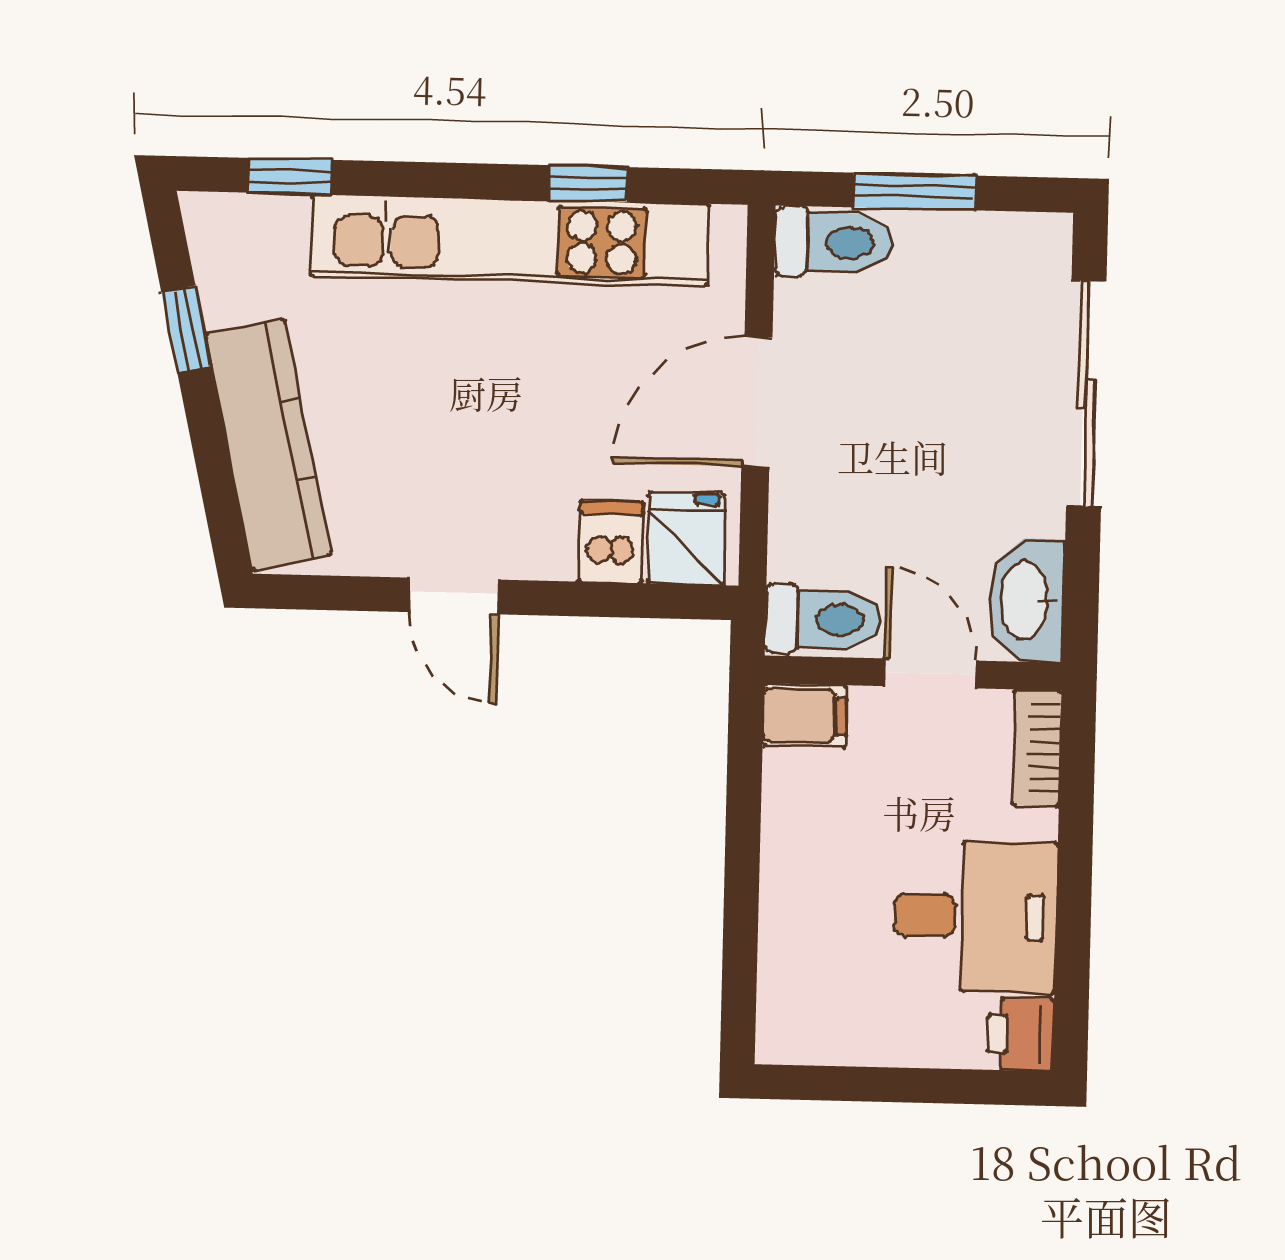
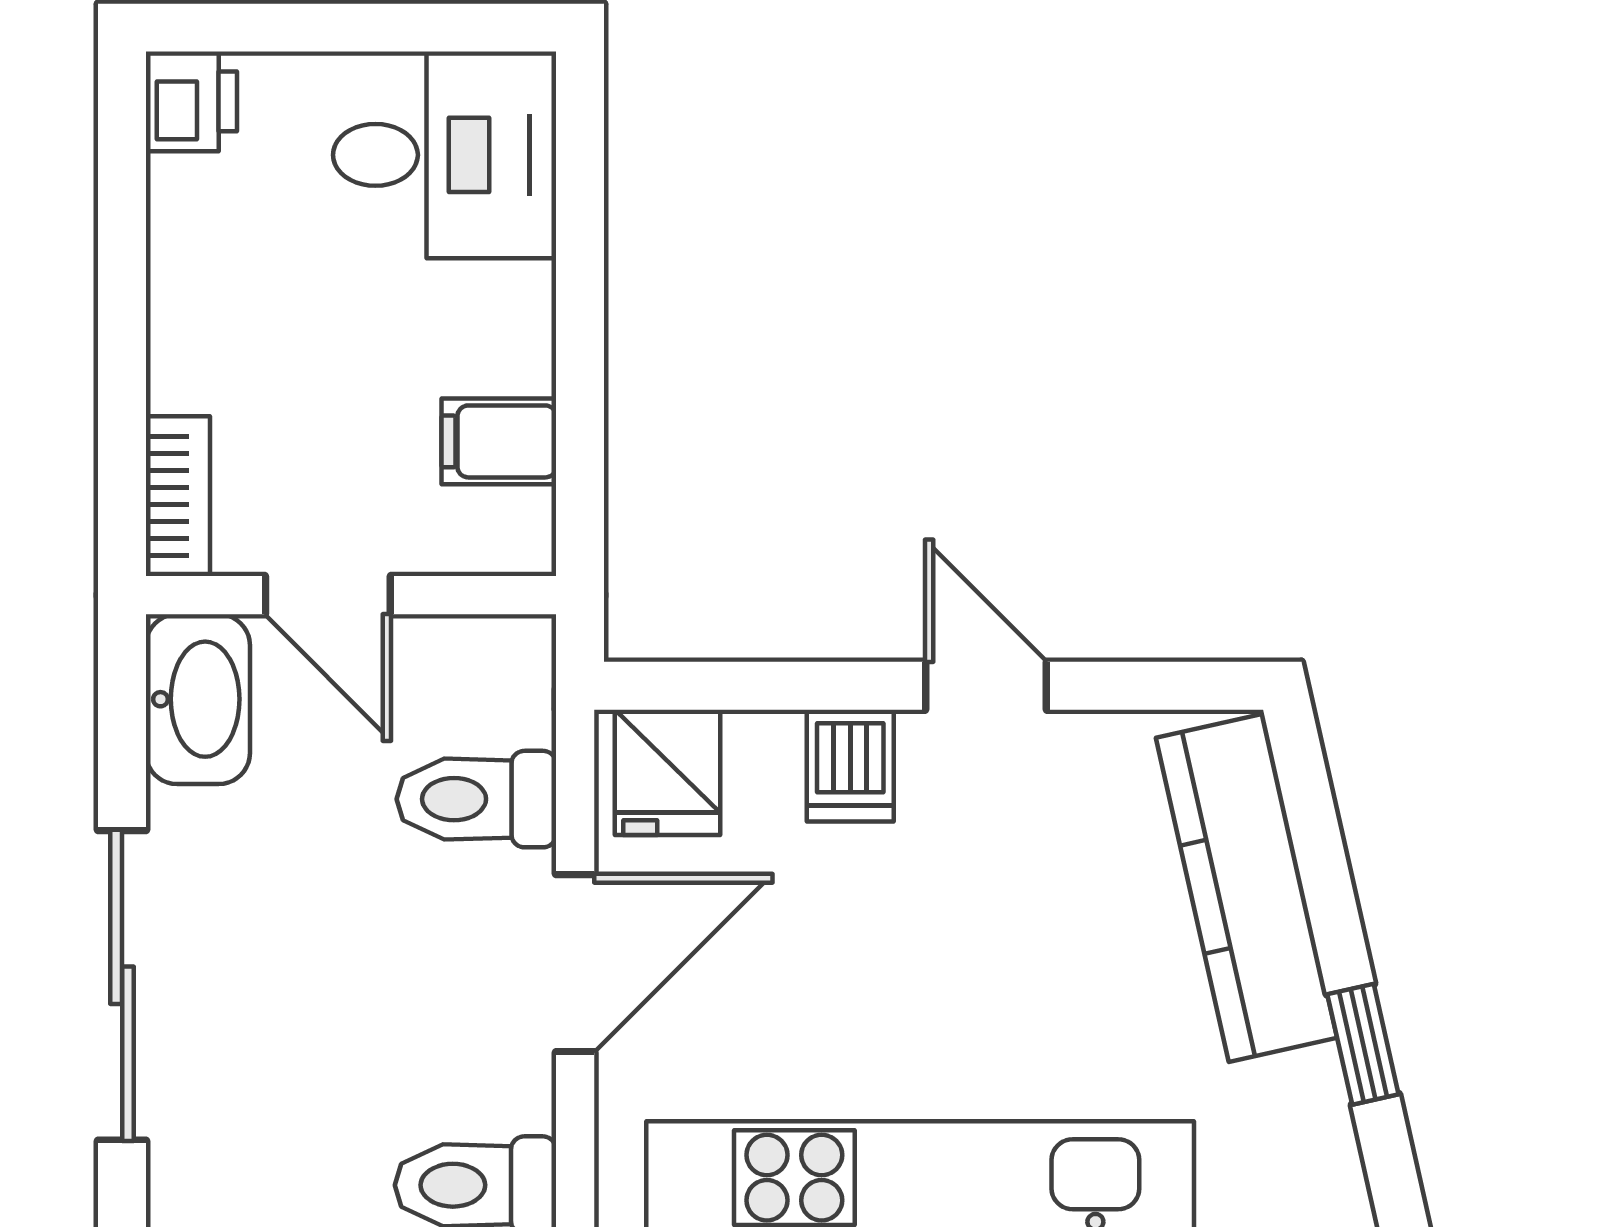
dishwasher: (611, 542) -> (850, 766), moved
toilet: (823, 619) -> (476, 799), moved
filing cabinet: (805, 715) -> (499, 441), moved
desk: (975, 916) -> (445, 155), moved, turned 180

